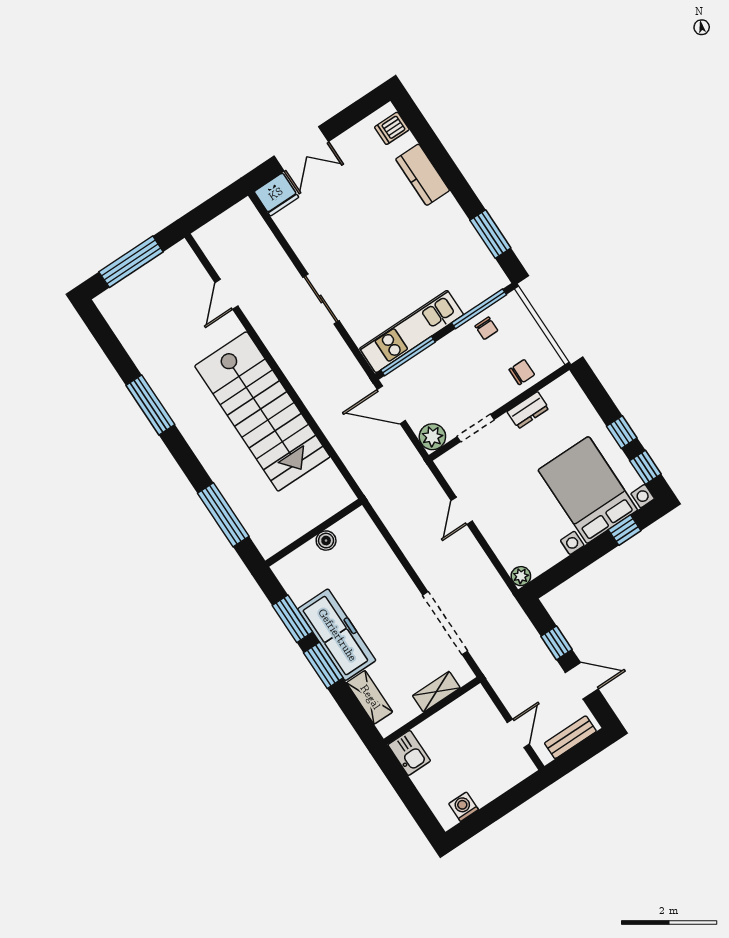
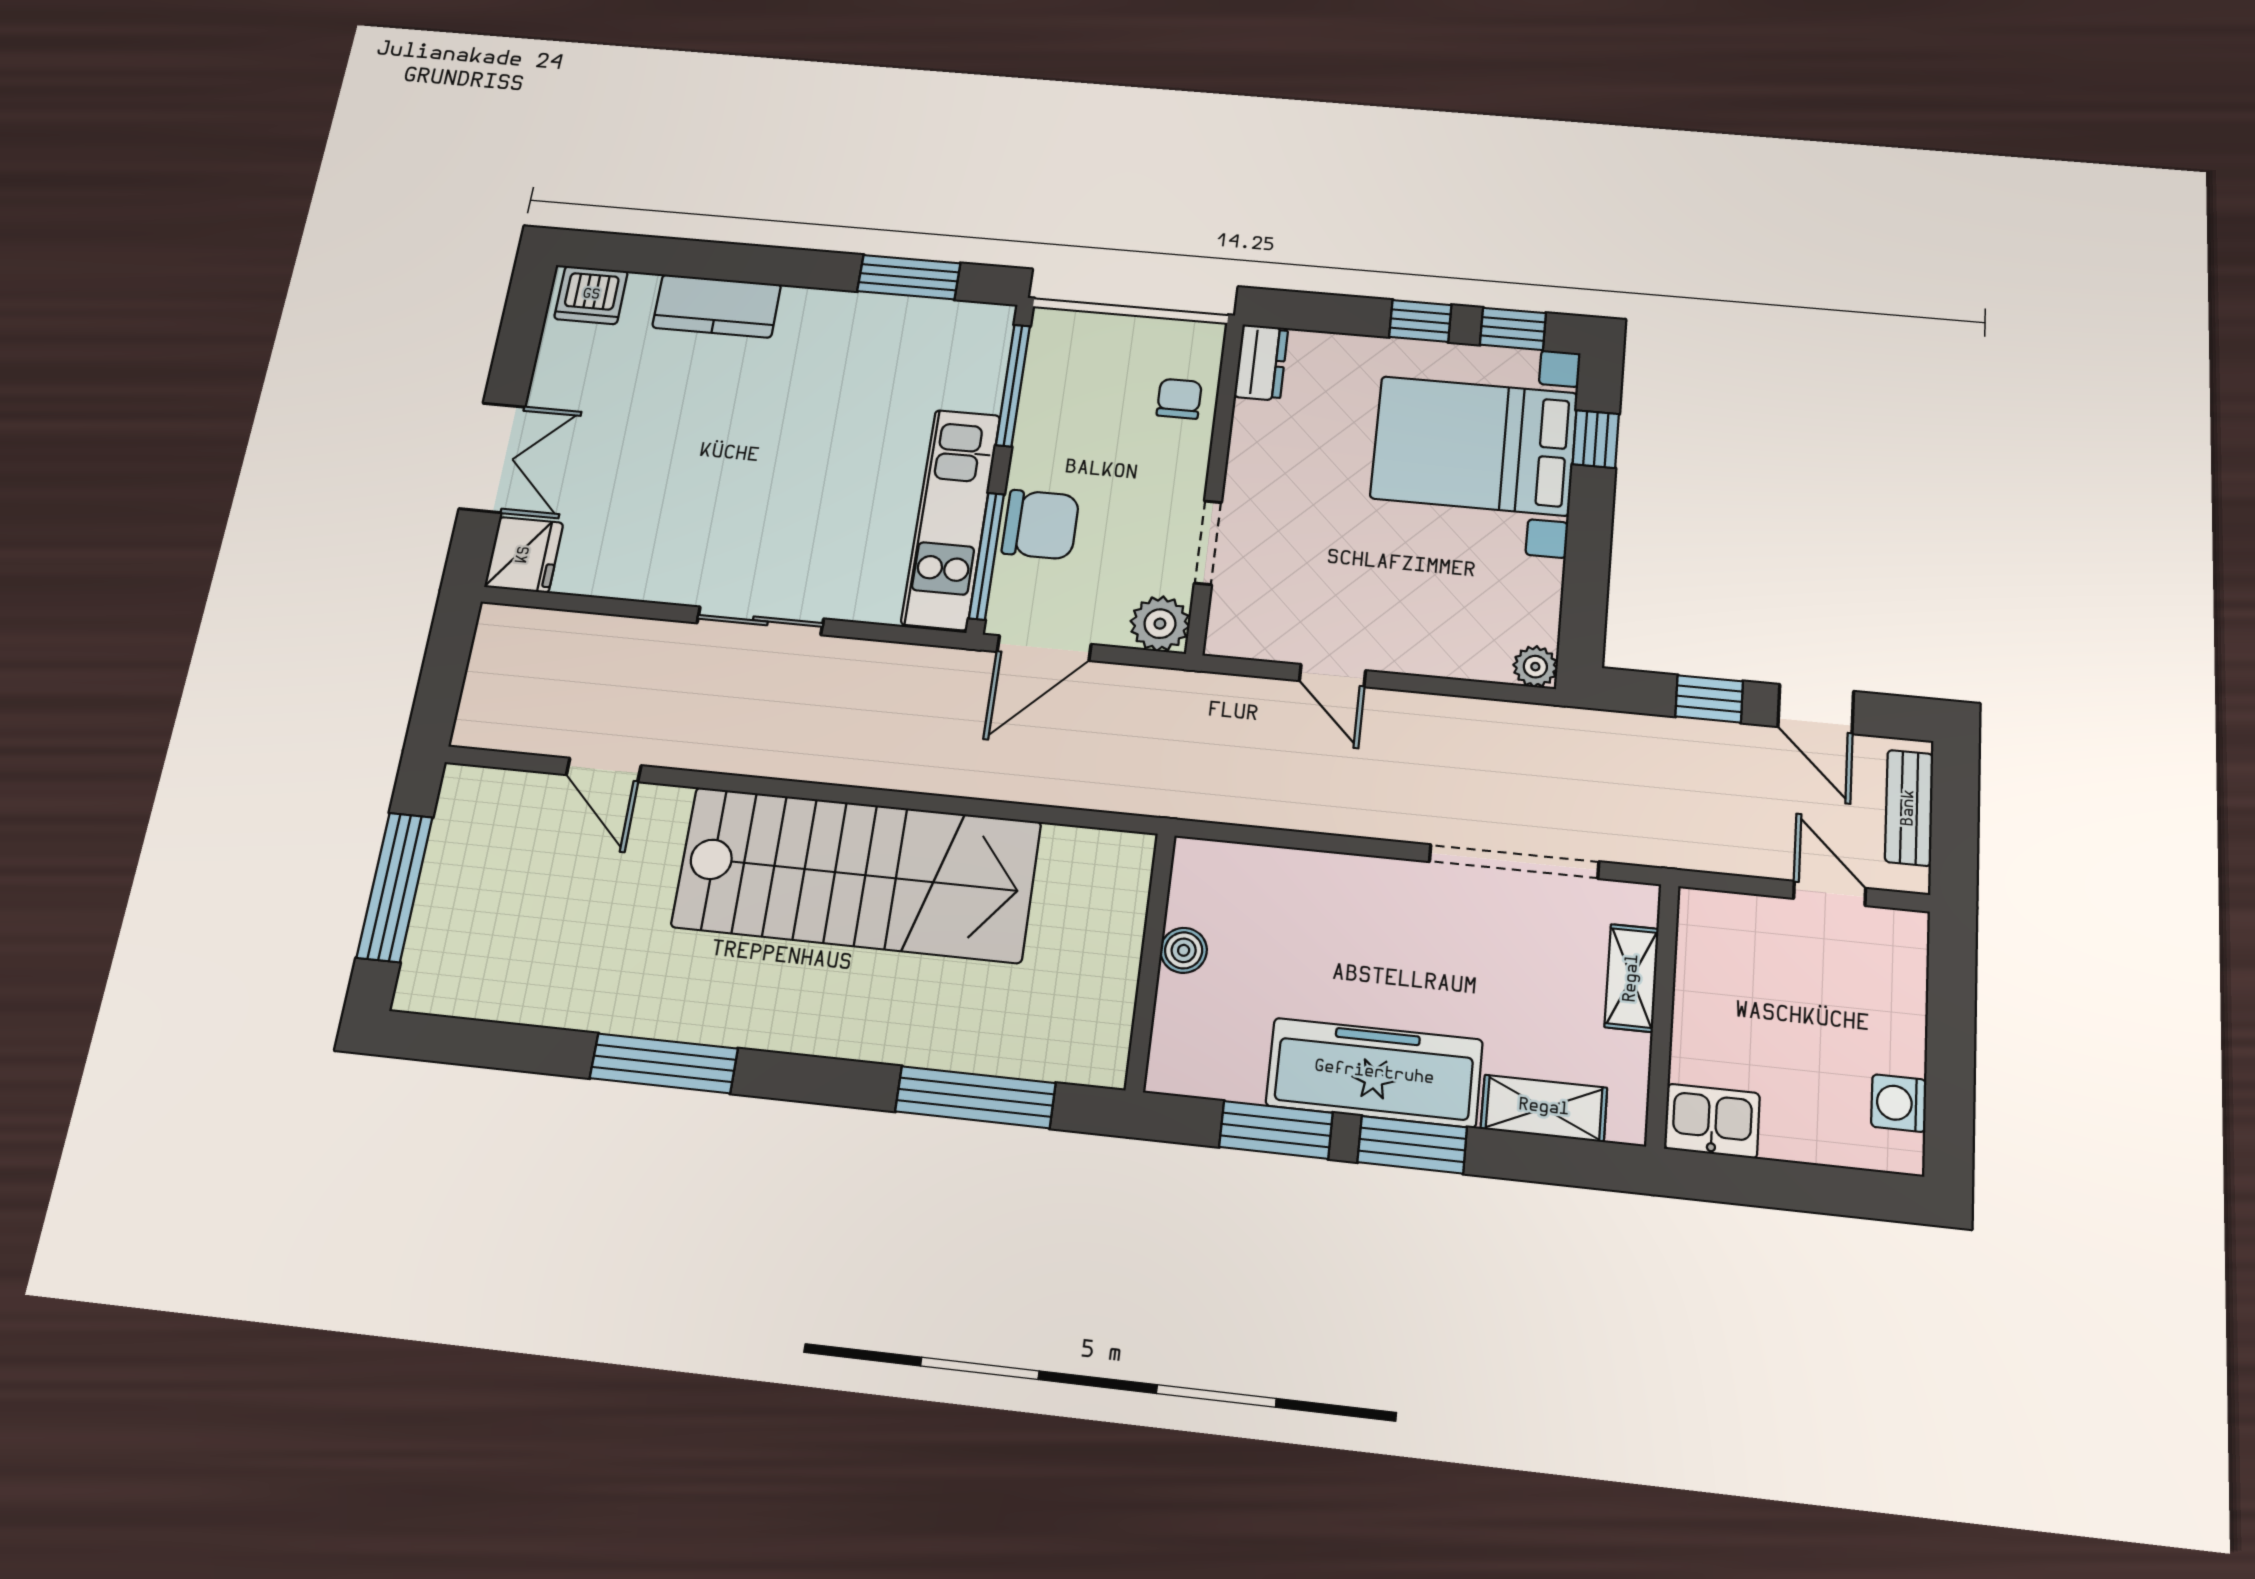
dishwasher: (392, 128) -> (591, 295), width x1.38
chair: (486, 328) -> (1041, 525), moved, width x1.87, depth x1.87
dresser: (528, 410) -> (1261, 362), moved
door: (582, 681) -> (1816, 709), swing flipped

